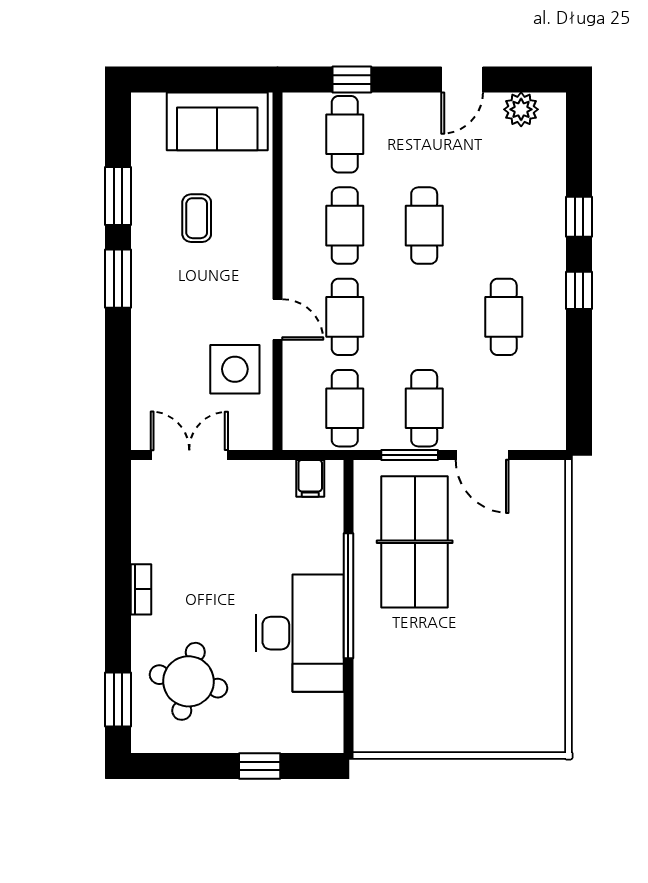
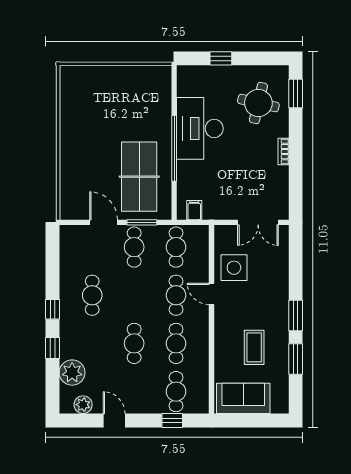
door: (462, 79) -> (114, 420), hinge flipped
plant: (542, 170) -> (72, 373), added
coffee table: (197, 218) -> (254, 347), width x1.36, depth x1.30

